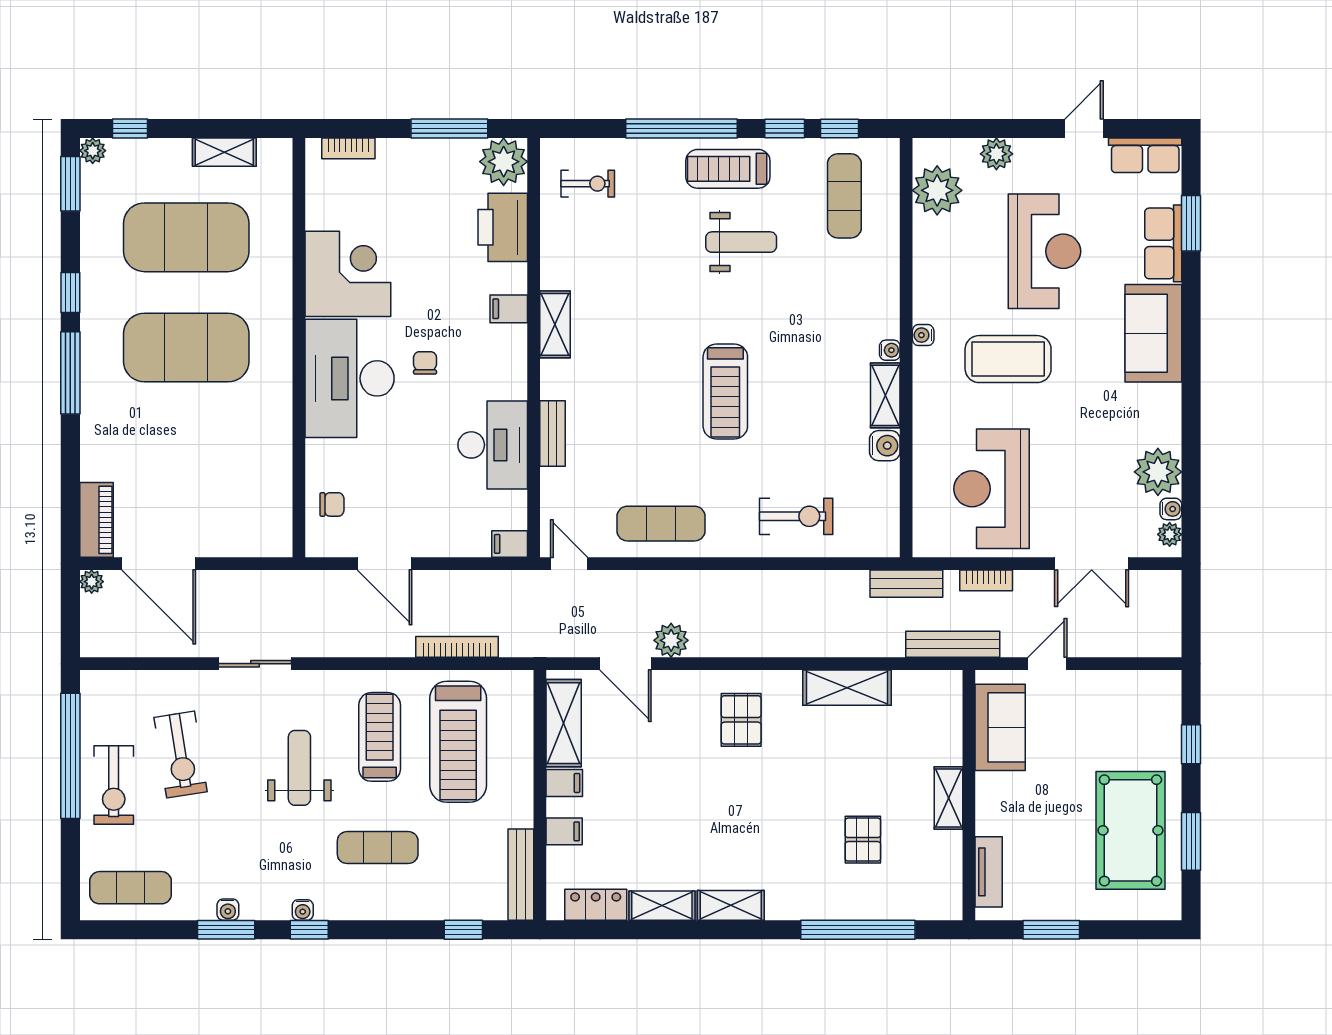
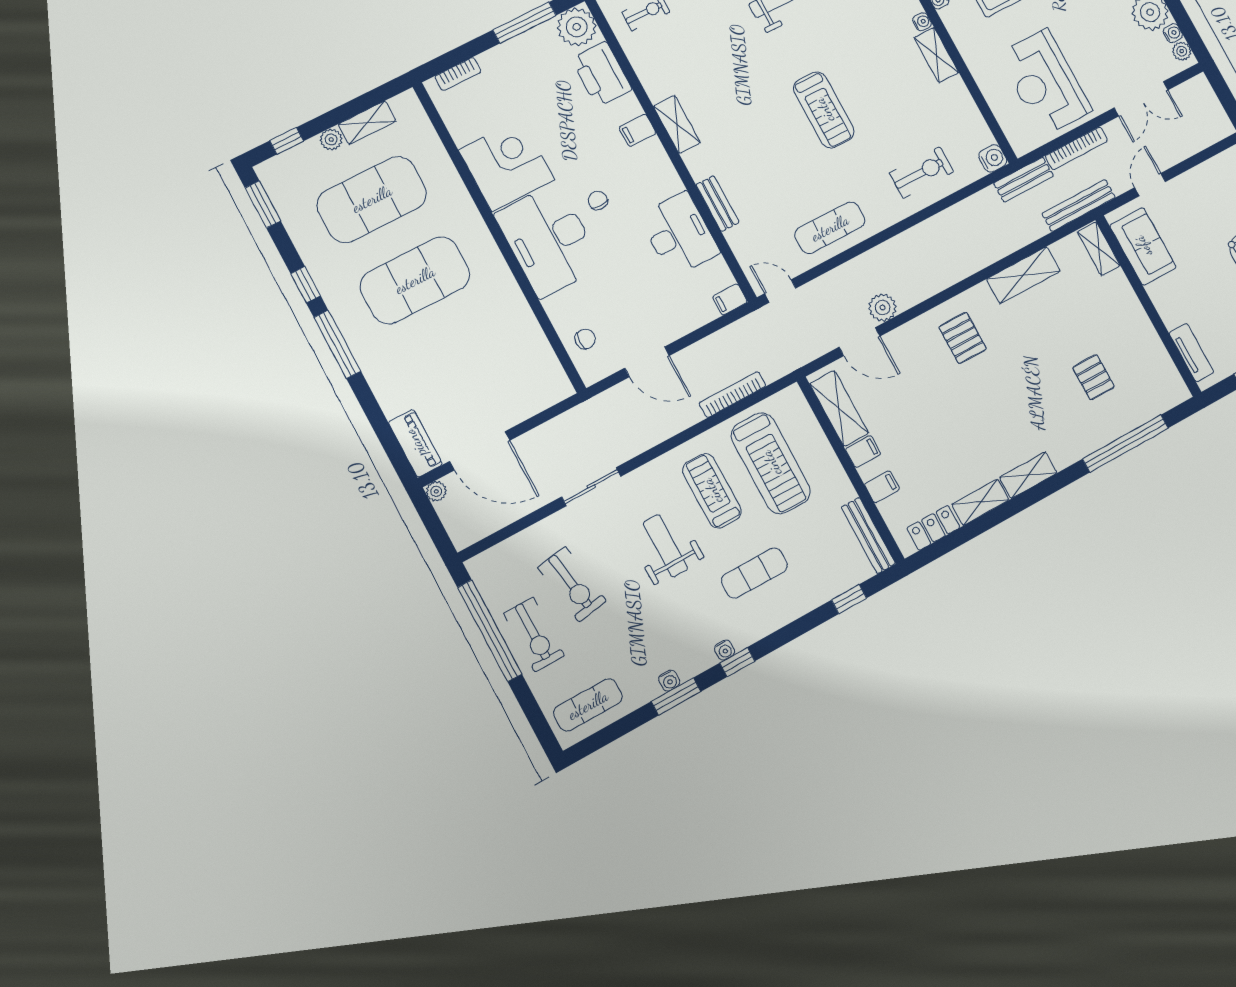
plant: (93, 151) -> (331, 139), moved
water cooler: (885, 446) -> (993, 158), moved
bookcase: (986, 580) -> (1077, 148), width x1.56
shelving: (948, 798) -> (1099, 249), moved

